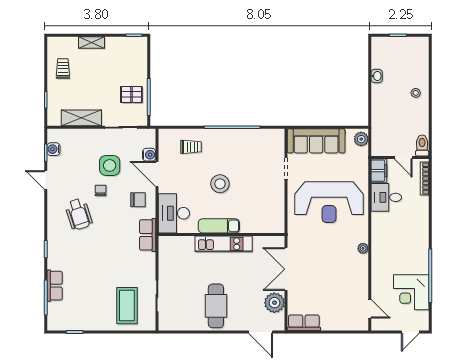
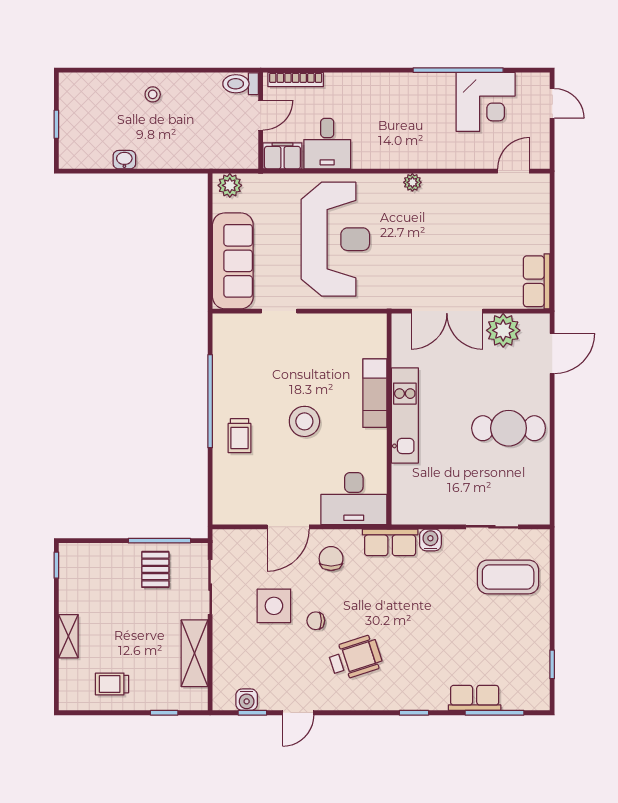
trolley: (191, 147) -> (240, 436), moved, turned 180
water cooler: (149, 155) -> (430, 540), moved
exam couch: (219, 226) -> (375, 393), moved

